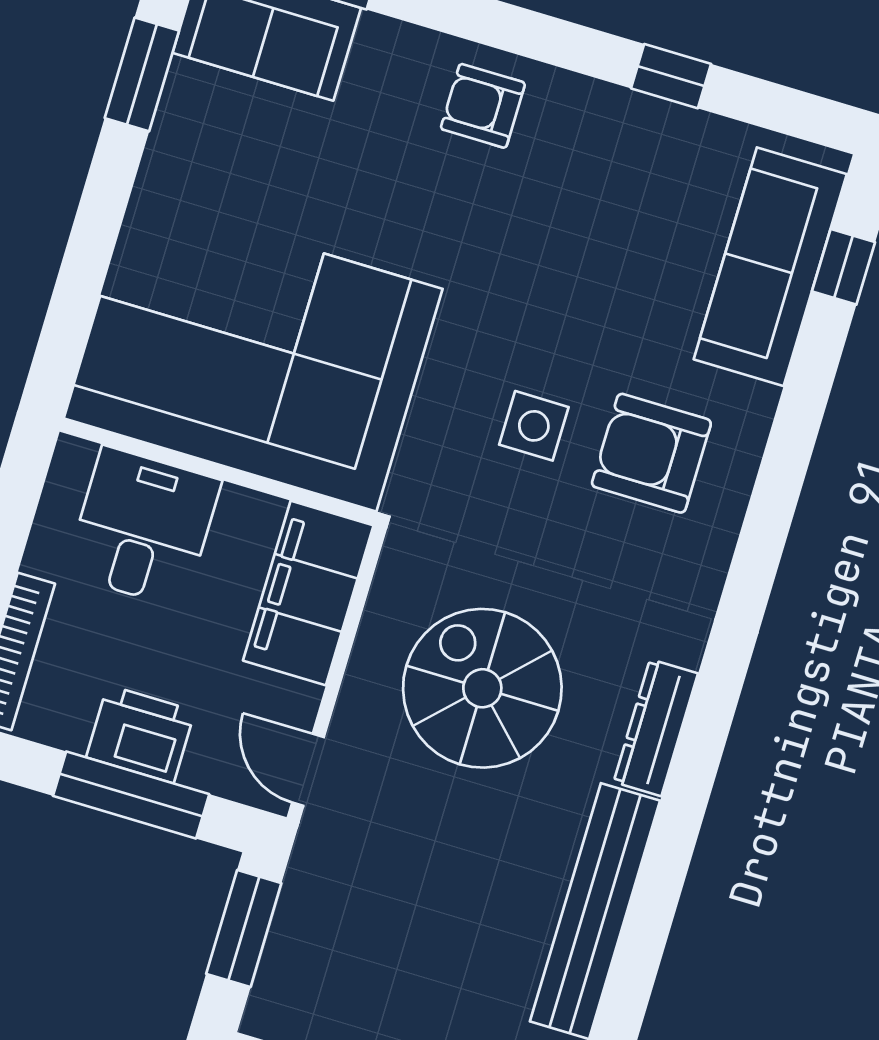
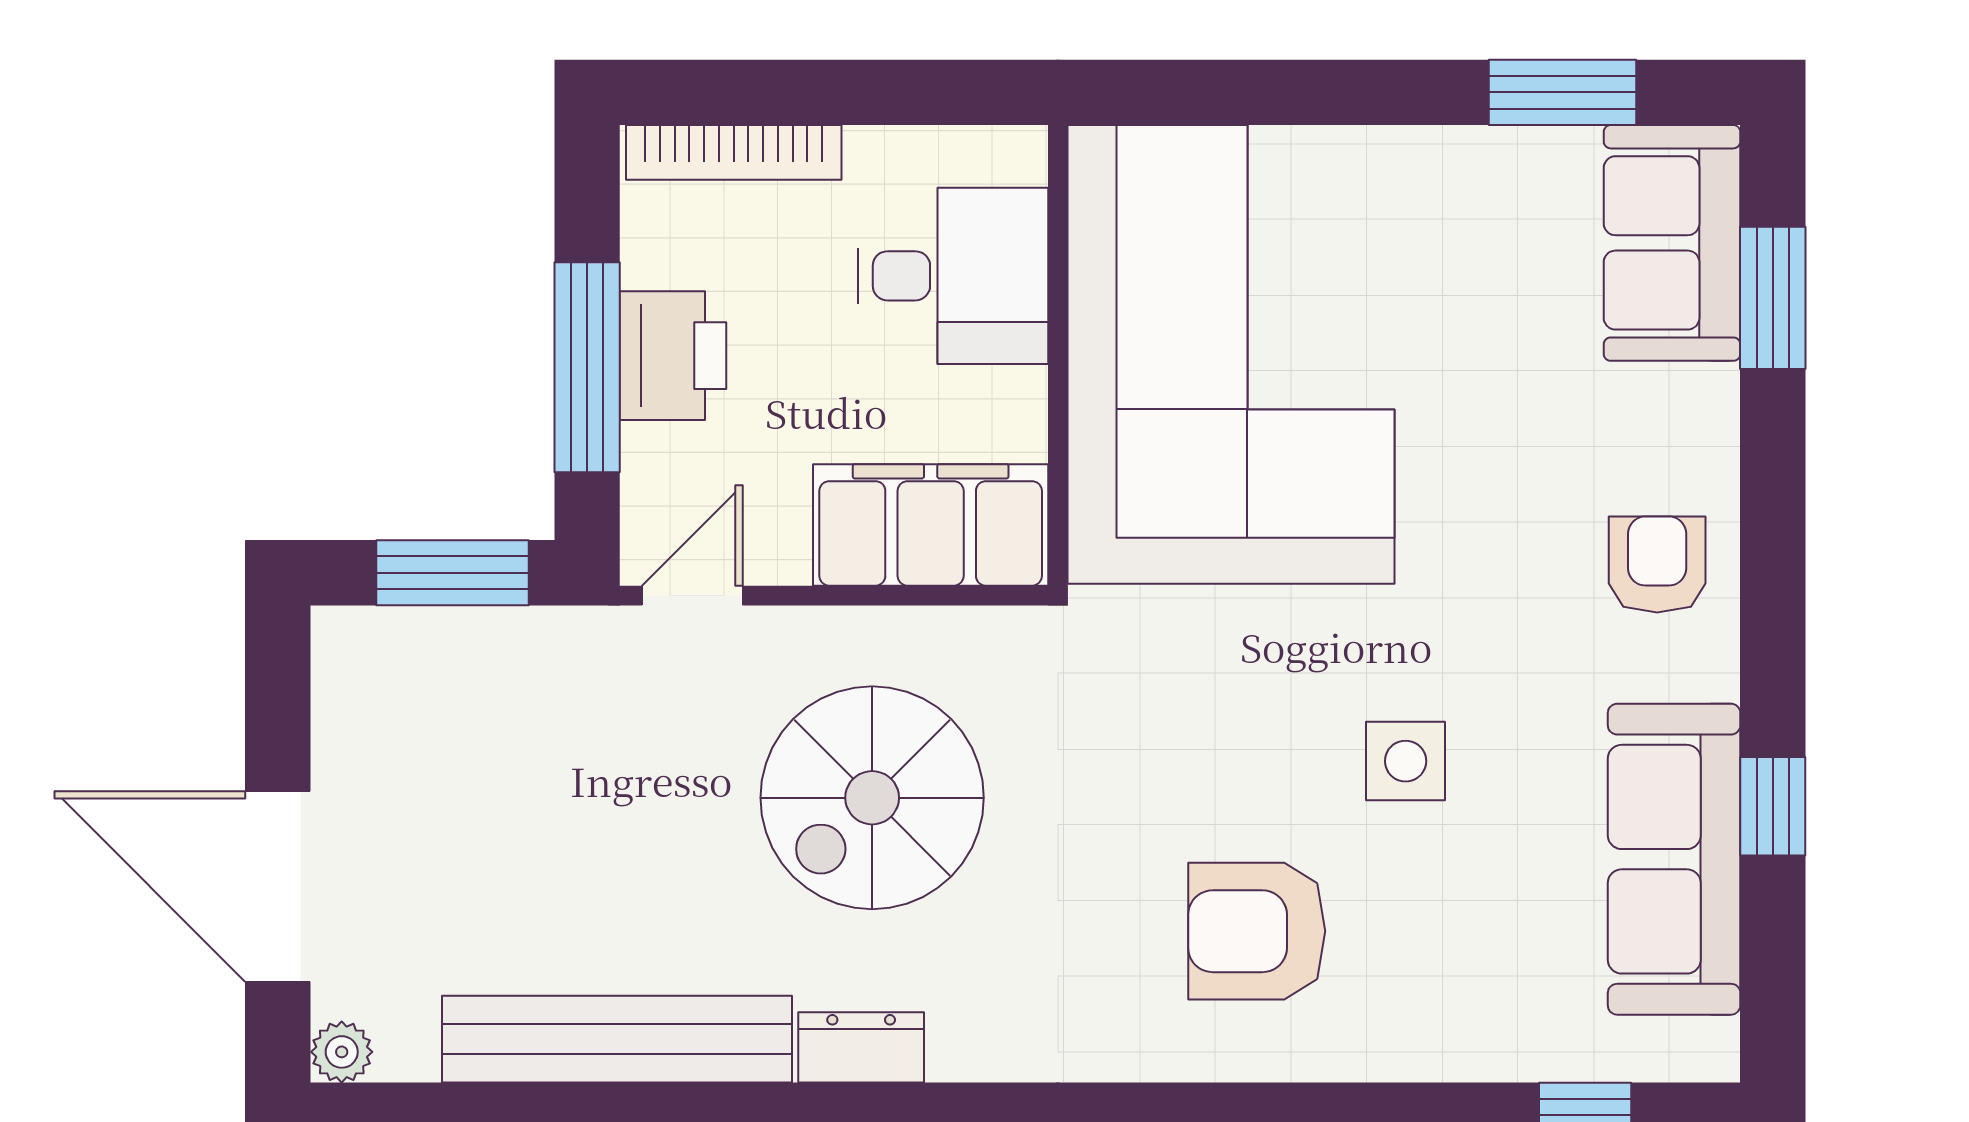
sofa: (770, 267) -> (1674, 859), moved, turned -90
side table: (534, 426) -> (1406, 761), moved
armchair: (651, 453) -> (1257, 931), turned -90
spiral stairs: (482, 688) -> (872, 798), turned 180
dresser: (656, 728) -> (861, 1047), width x0.70

